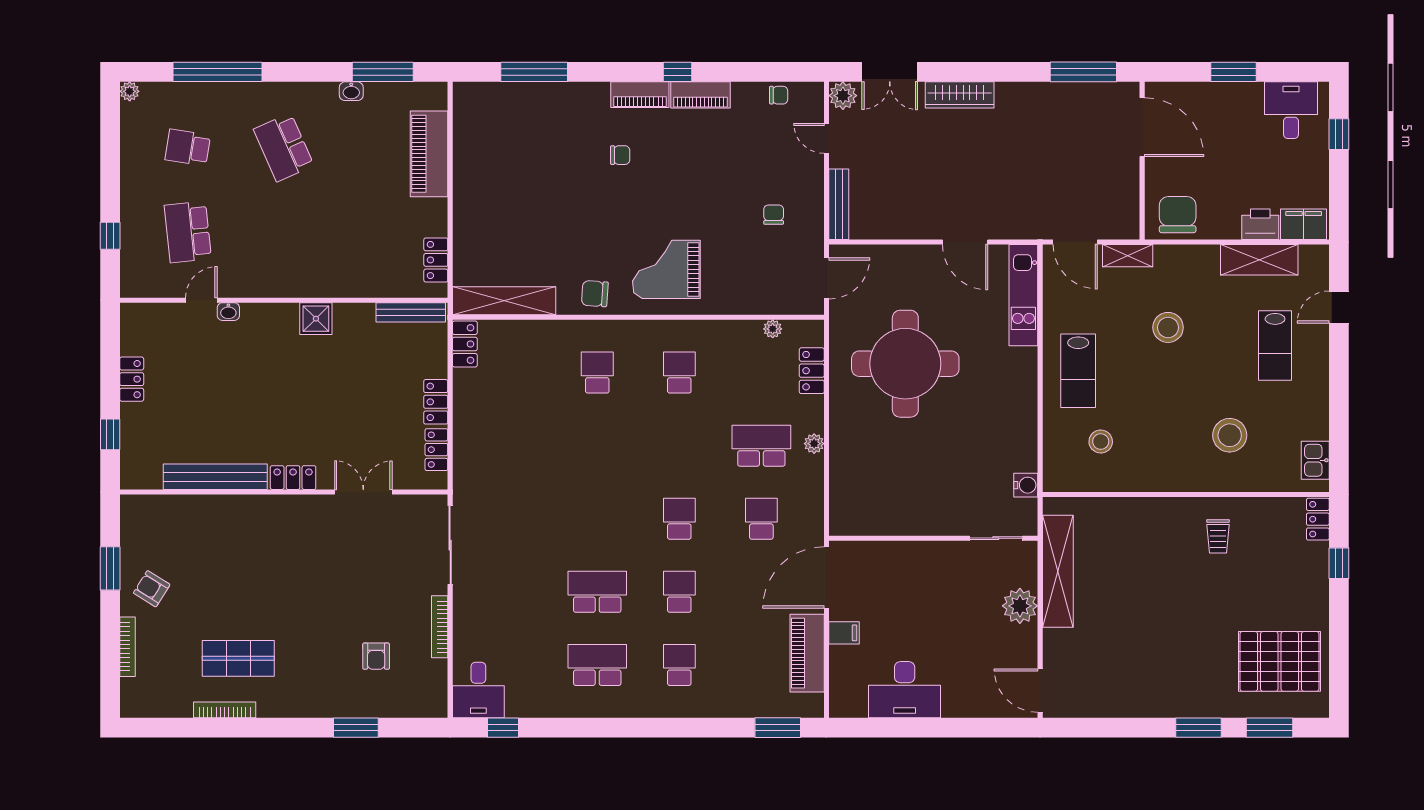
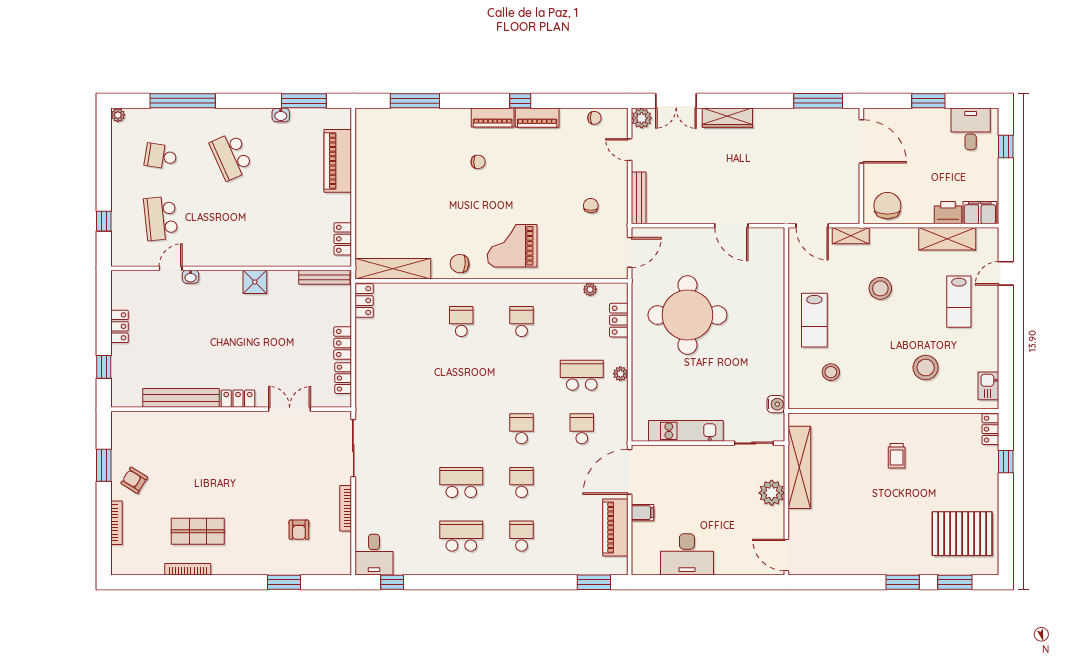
kitchen unit: (1023, 295) -> (686, 431), moved, turned 90
trolley: (1218, 536) -> (897, 456), moved

